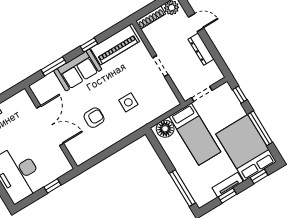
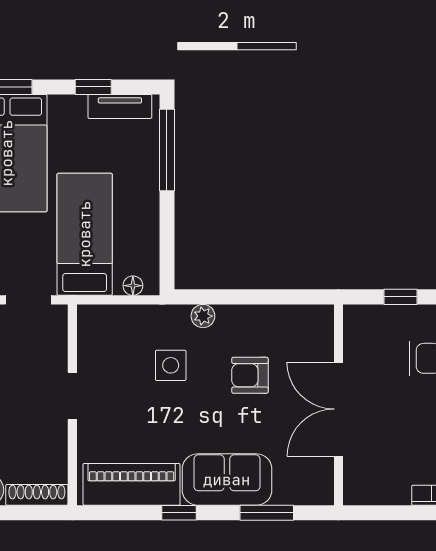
floor lamp: (165, 129) -> (133, 286), width x0.53, depth x0.53
plant: (127, 130) -> (203, 316), added
tv unit: (228, 185) -> (120, 106), moved

